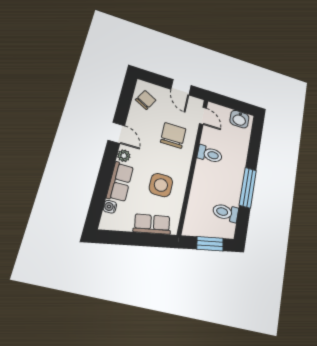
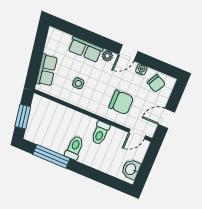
side table: (161, 185) -> (78, 83), width x0.54, depth x0.54
window: (248, 188) -> (51, 156), moved
water cooler: (110, 207) -> (141, 69), moved
toilet: (226, 212) -> (74, 148), moved

